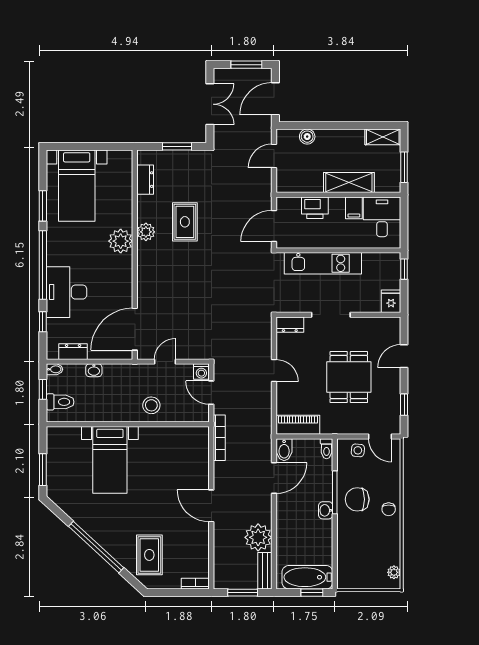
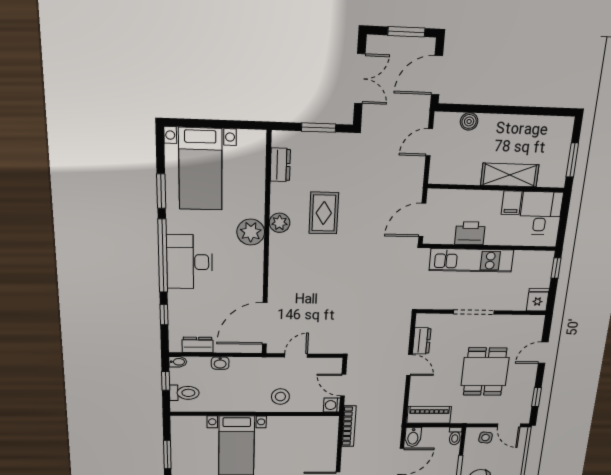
shelving: (383, 137) -> (554, 125), removed
printer: (315, 208) -> (470, 233), moved, turned 180
desk: (67, 292) -> (190, 262), moved
dresser: (290, 325) -> (422, 341), moved, turned -90
washing machine: (201, 372) -> (332, 405), moved, turned 90

